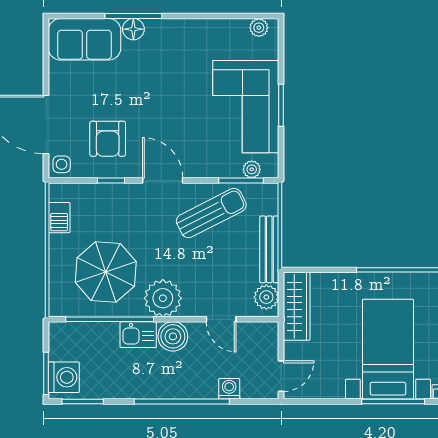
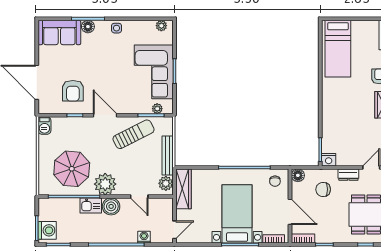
side table: (62, 164) -> (117, 28), moved
barbecue: (59, 218) -> (44, 125), moved

